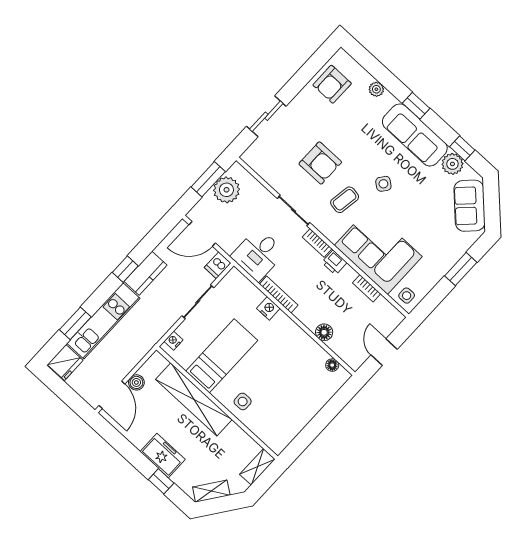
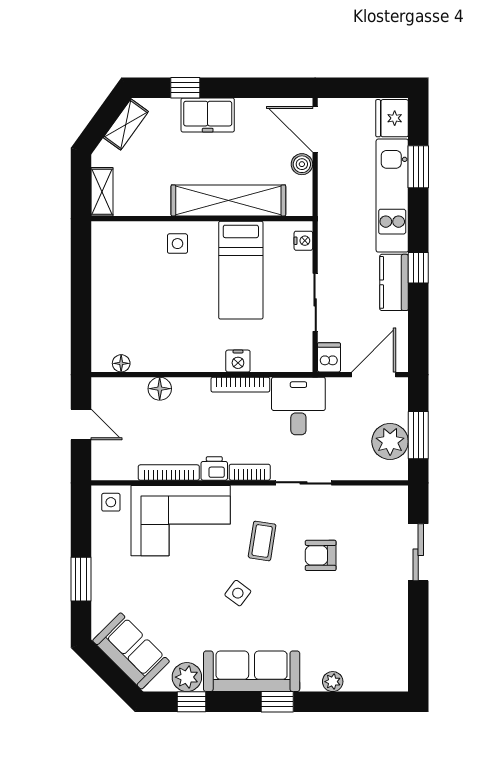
armchair: (332, 84) -> (382, 646), removed
armchair: (320, 163) -> (321, 555), width x0.72, depth x0.72
bookcase: (367, 288) -> (169, 473), width x1.56

